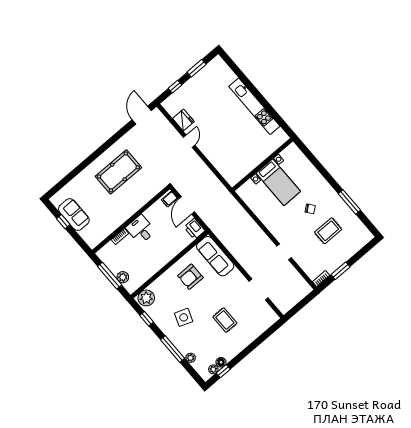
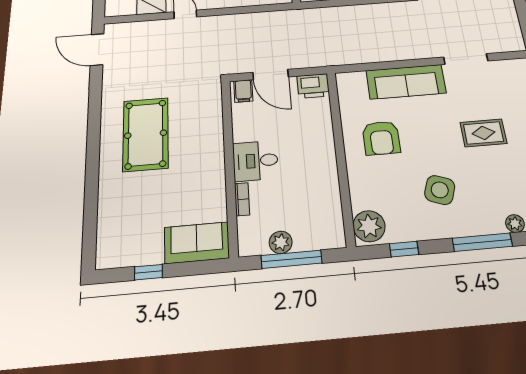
sofa: (74, 215) -> (197, 243), moved
sofa: (215, 256) -> (406, 82), moved
plant: (123, 277) -> (281, 242), moved

